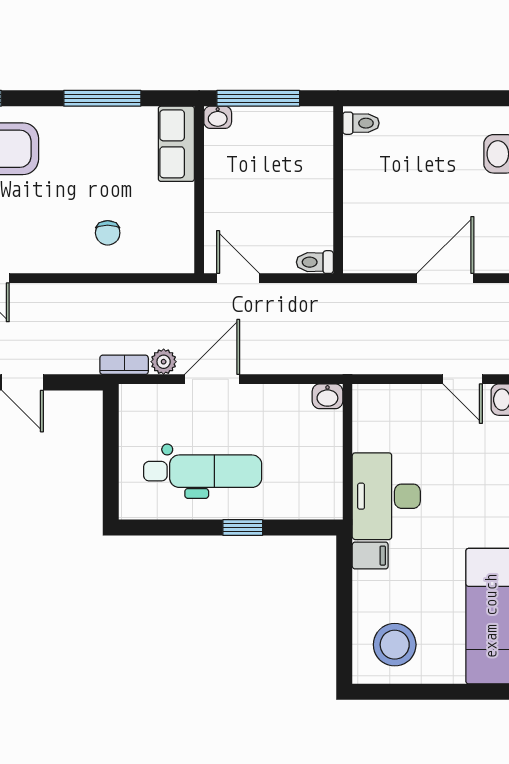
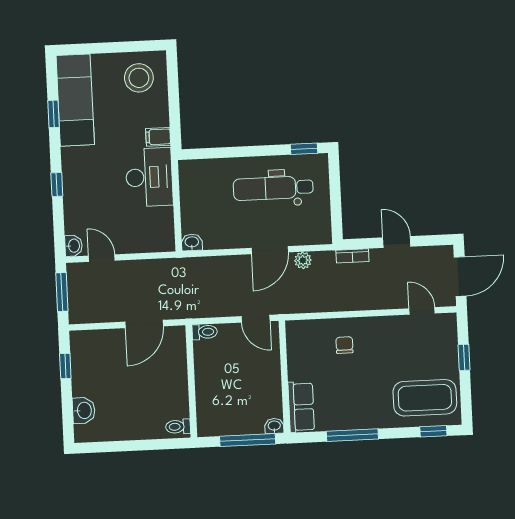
door: (445, 278) -> (144, 324), moved
bookcase: (124, 365) -> (352, 256), moved
window: (243, 528) -> (304, 149), moved

